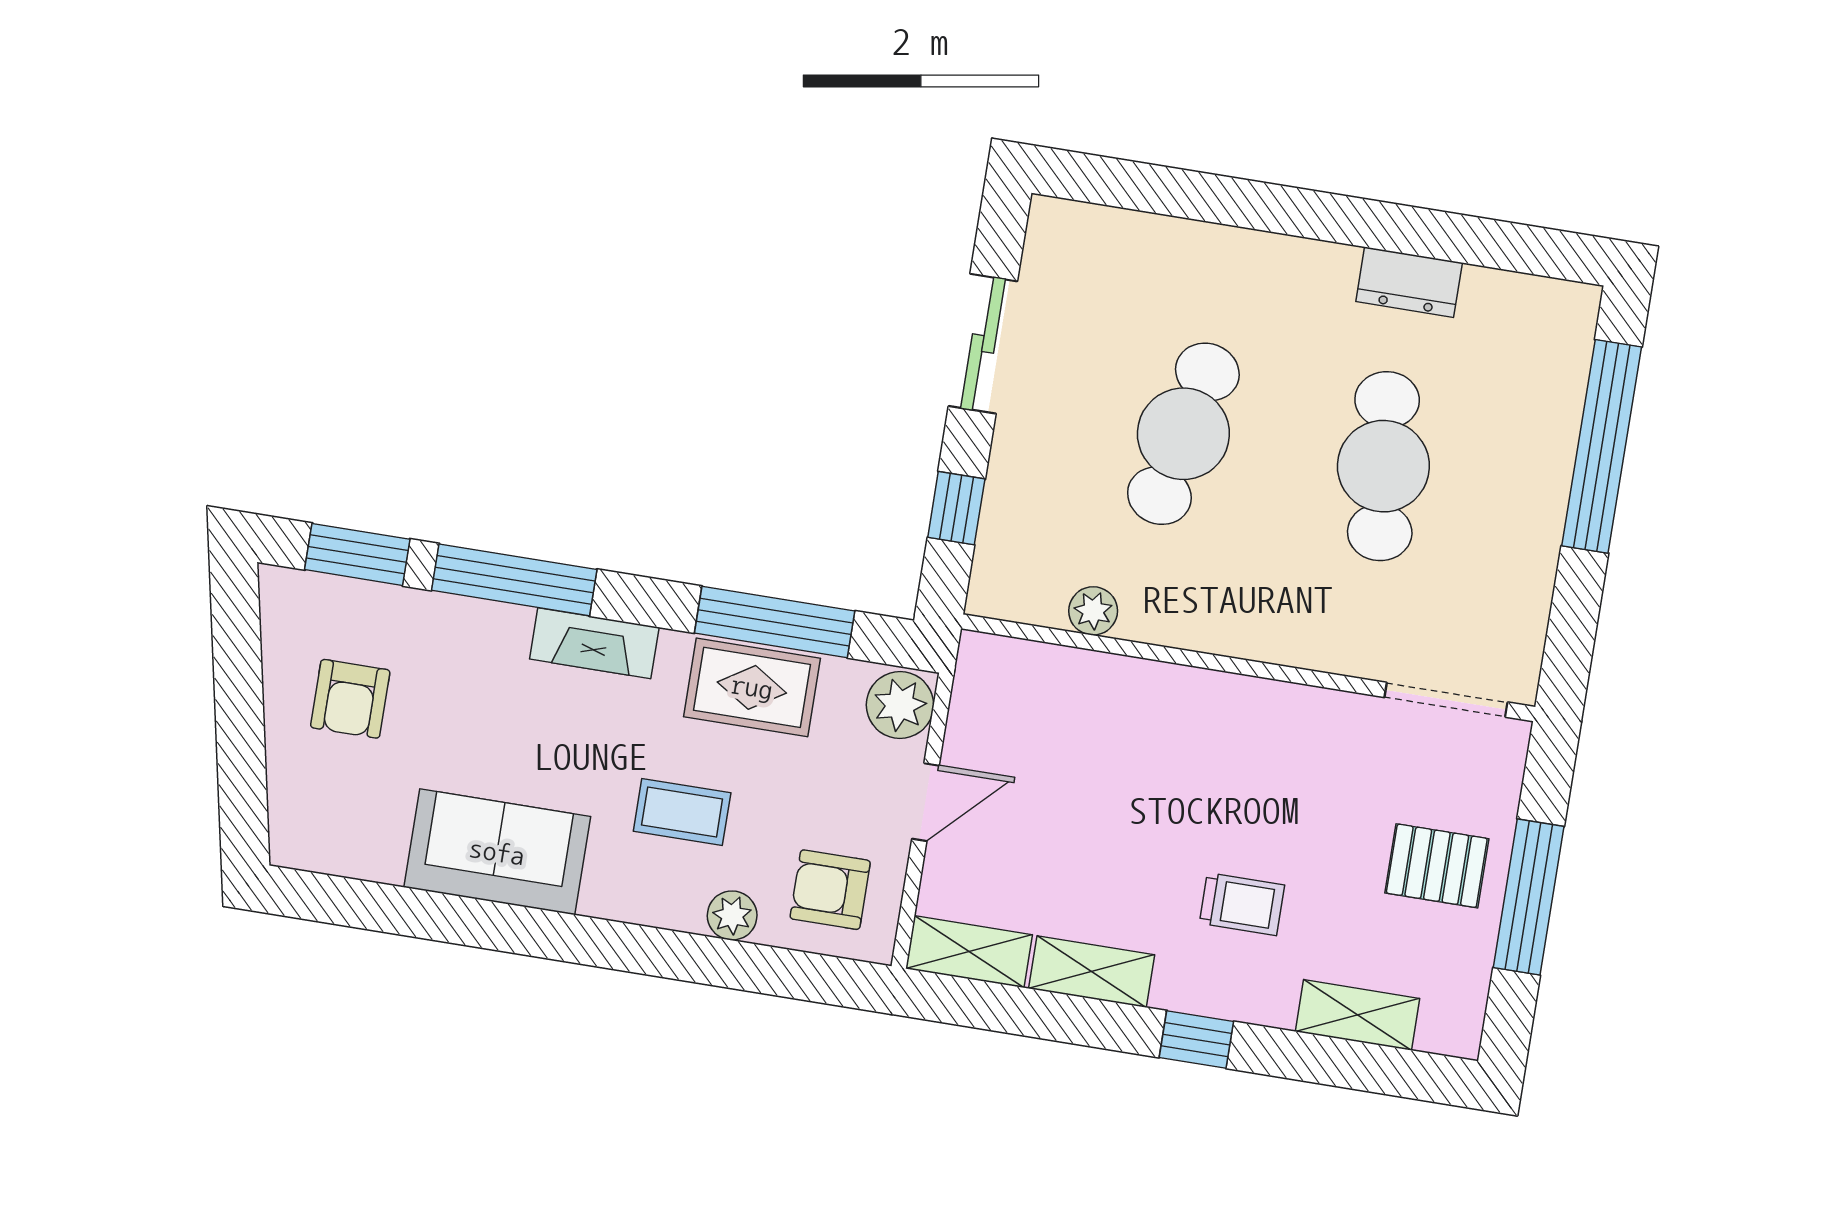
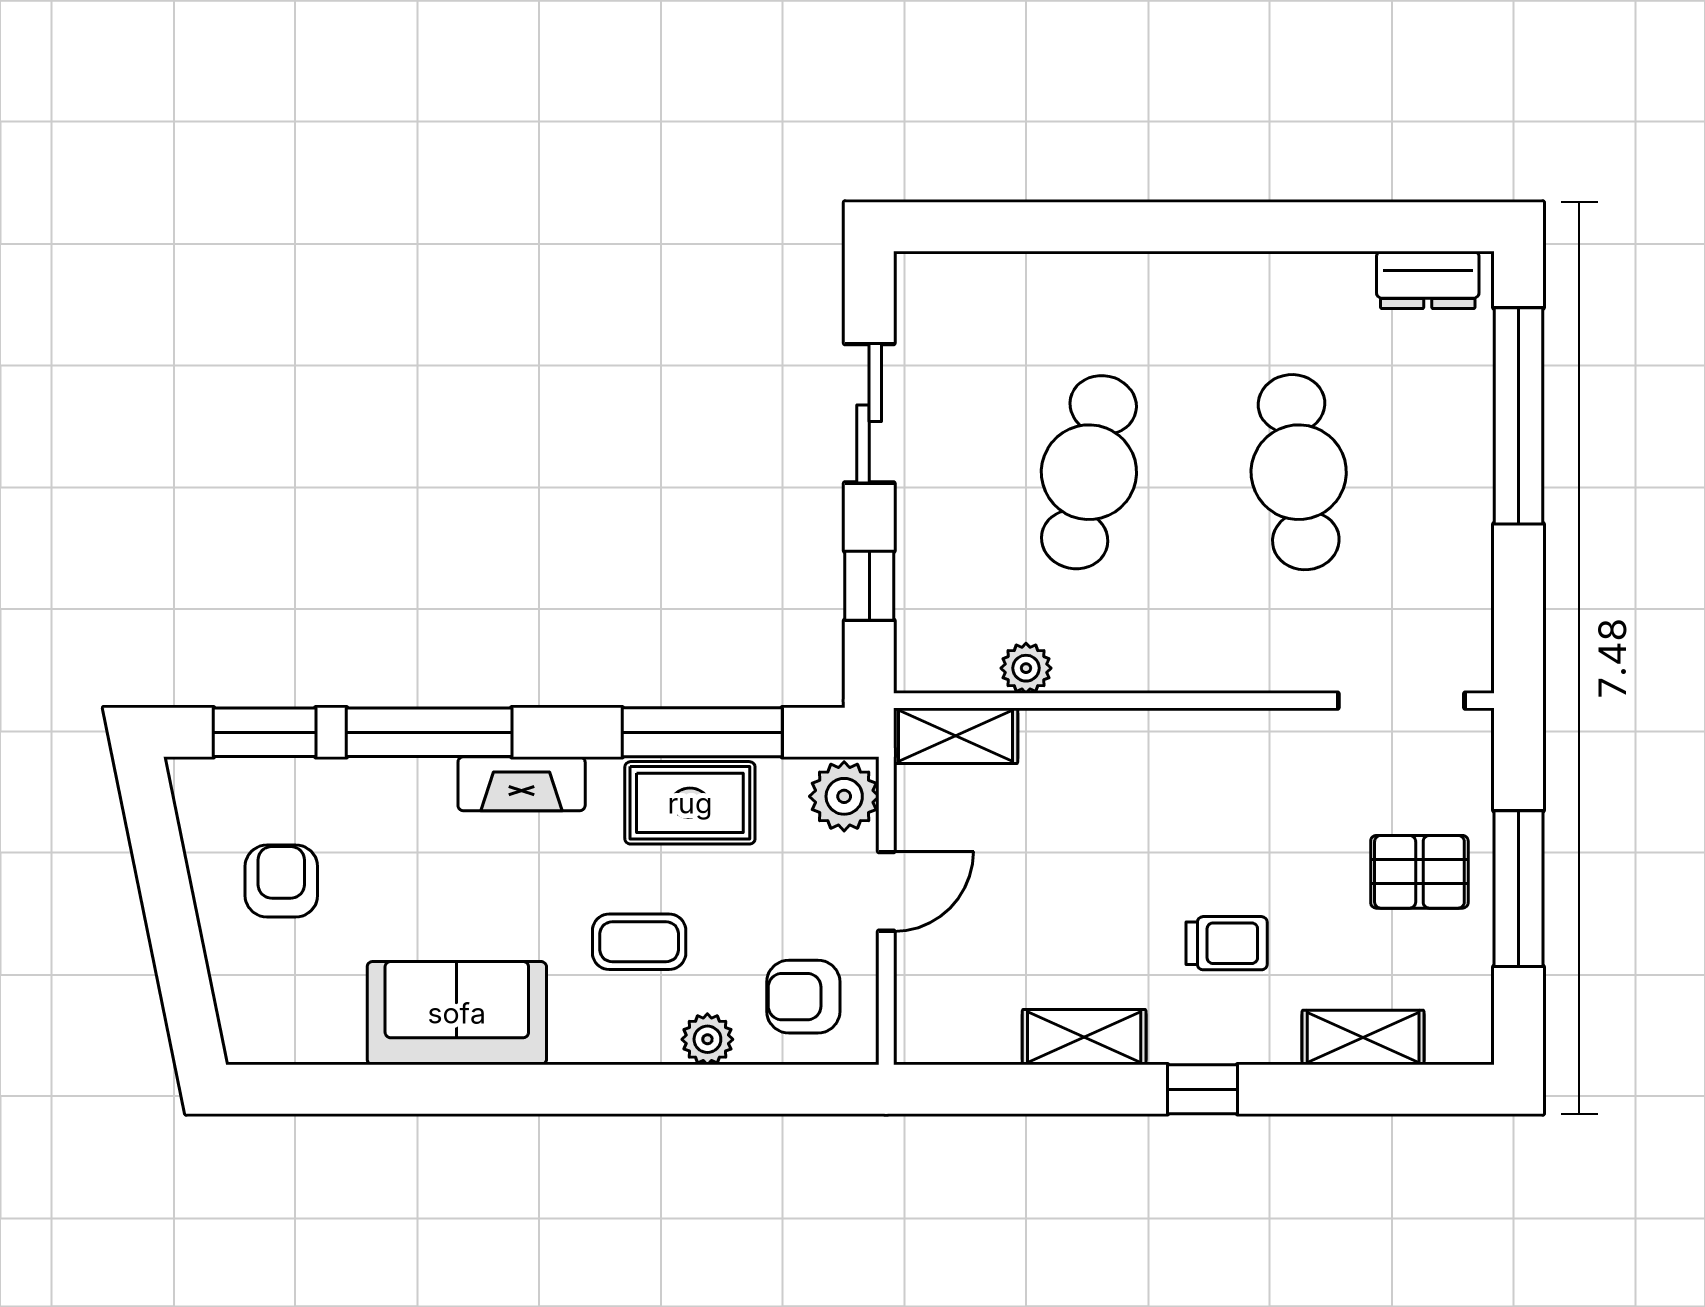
dresser: (1409, 282) -> (1428, 280), moved
armchair: (350, 699) -> (281, 881), turned 180
shelving: (969, 952) -> (956, 736), moved

